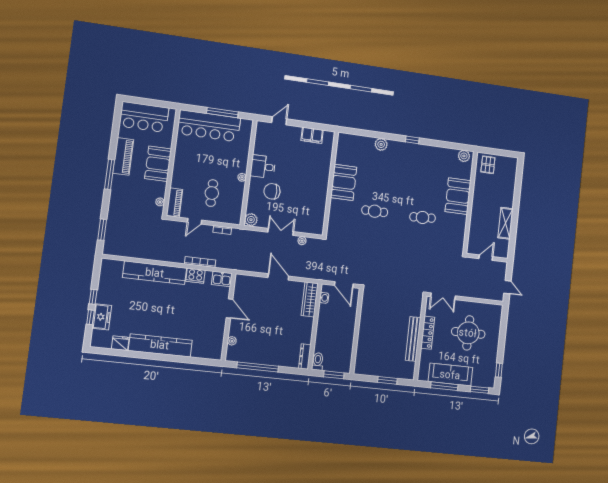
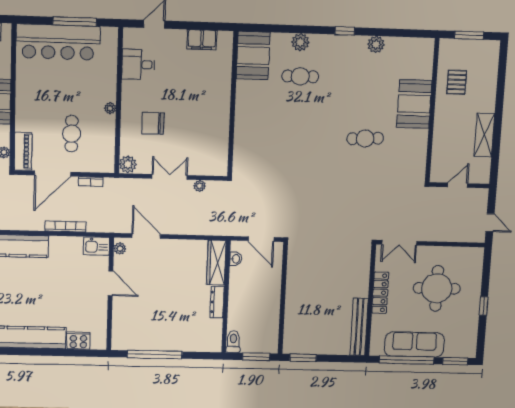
window: (497, 152) -> (469, 35), added
plant: (464, 156) -> (376, 44), moved
pallet: (488, 165) -> (457, 82), moved
desk: (263, 167) -> (138, 64), moved
booth: (344, 182) -> (253, 56), moved
cafe table: (375, 211) -> (300, 76), moved
door: (195, 221) -> (53, 174), width x1.88
cooker: (195, 276) -> (78, 341), moved, turned 180
door: (278, 277) -> (146, 236), moved
bench: (413, 339) -> (359, 327), moved
plant: (232, 341) -> (120, 248), moved
dresser: (305, 356) -> (217, 302), moved
window: (499, 370) -> (484, 306), moved
window: (387, 380) -> (303, 358), moved
window: (444, 386) -> (407, 360), width x1.46

